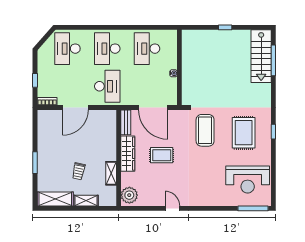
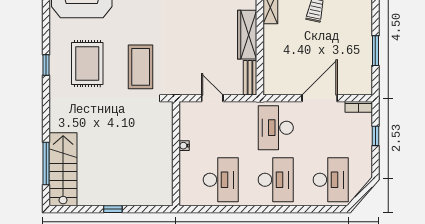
door: (153, 108) -> (212, 98), width x0.53
rug: (162, 155) -> (200, 32), removed
window: (35, 163) -> (375, 51), moved

